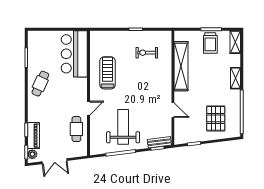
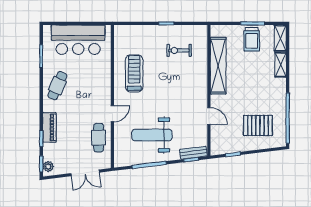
bar counter: (74, 54) -> (78, 40), moved, turned -90
shelving: (236, 78) -> (281, 65), moved
pallet: (216, 118) -> (258, 125), turned 90
weight bench: (123, 127) -> (152, 135), turned -90
piano: (33, 136) -> (49, 127), moved
double door: (55, 161) -> (85, 173), moved

